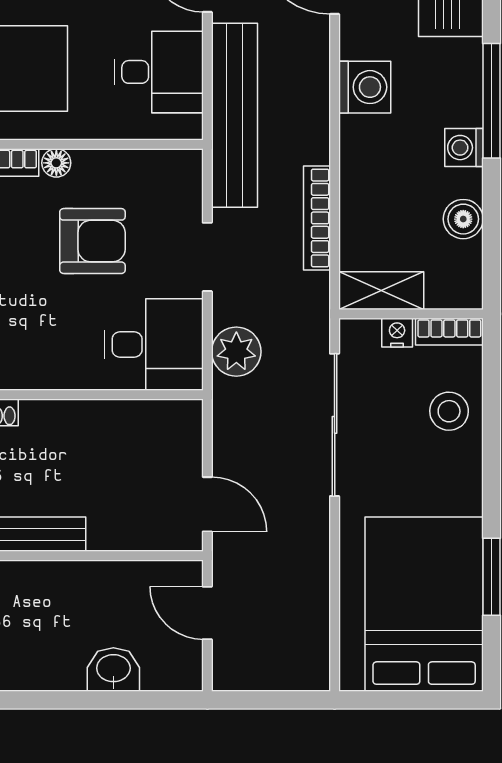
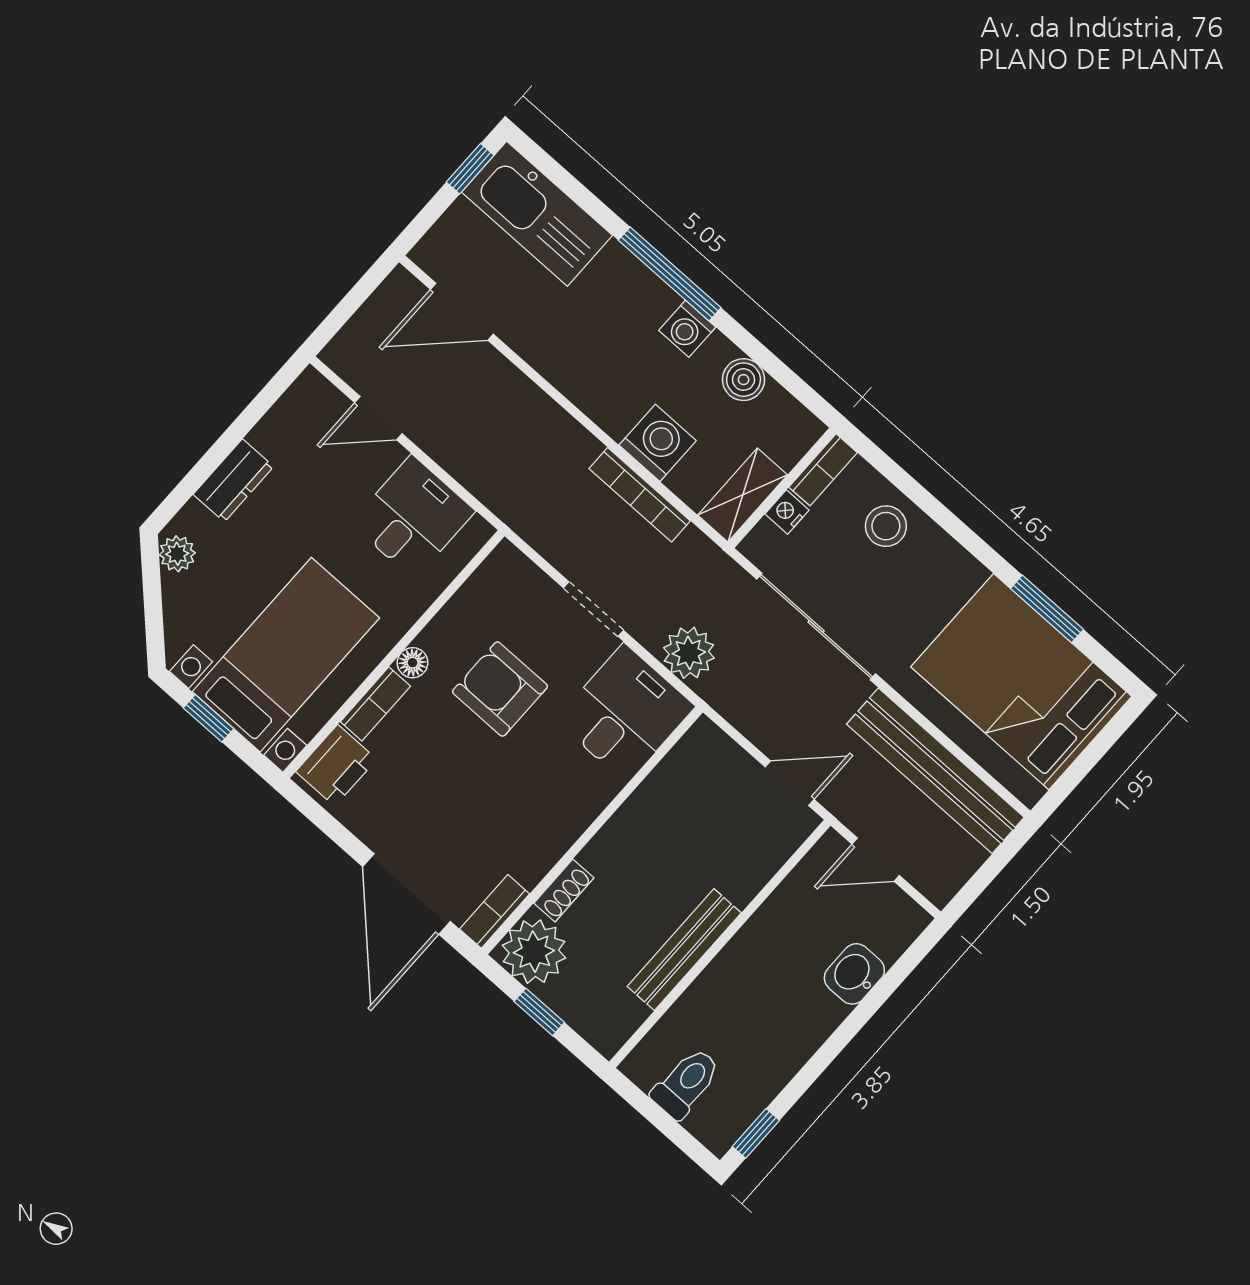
washing machine: (365, 87) -> (658, 443), moved
bench: (235, 115) -> (935, 771), moved
armchair: (92, 241) -> (500, 689), turned -90

